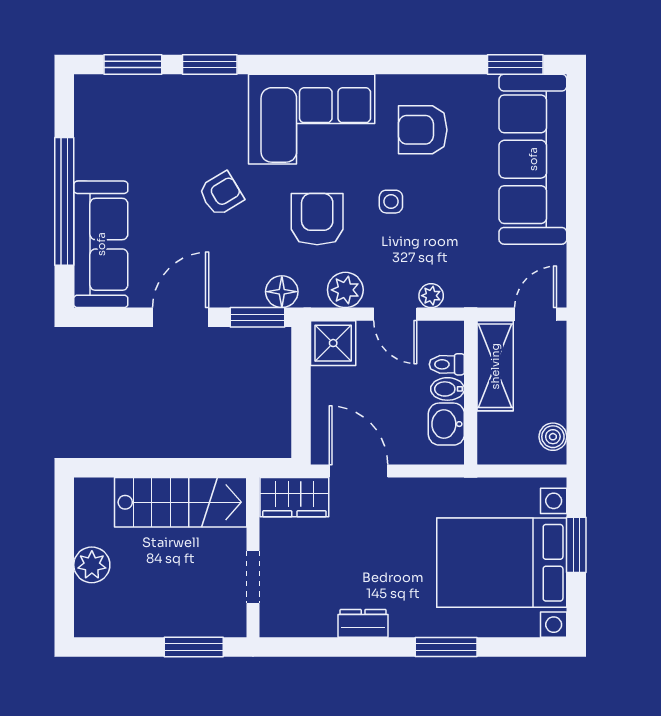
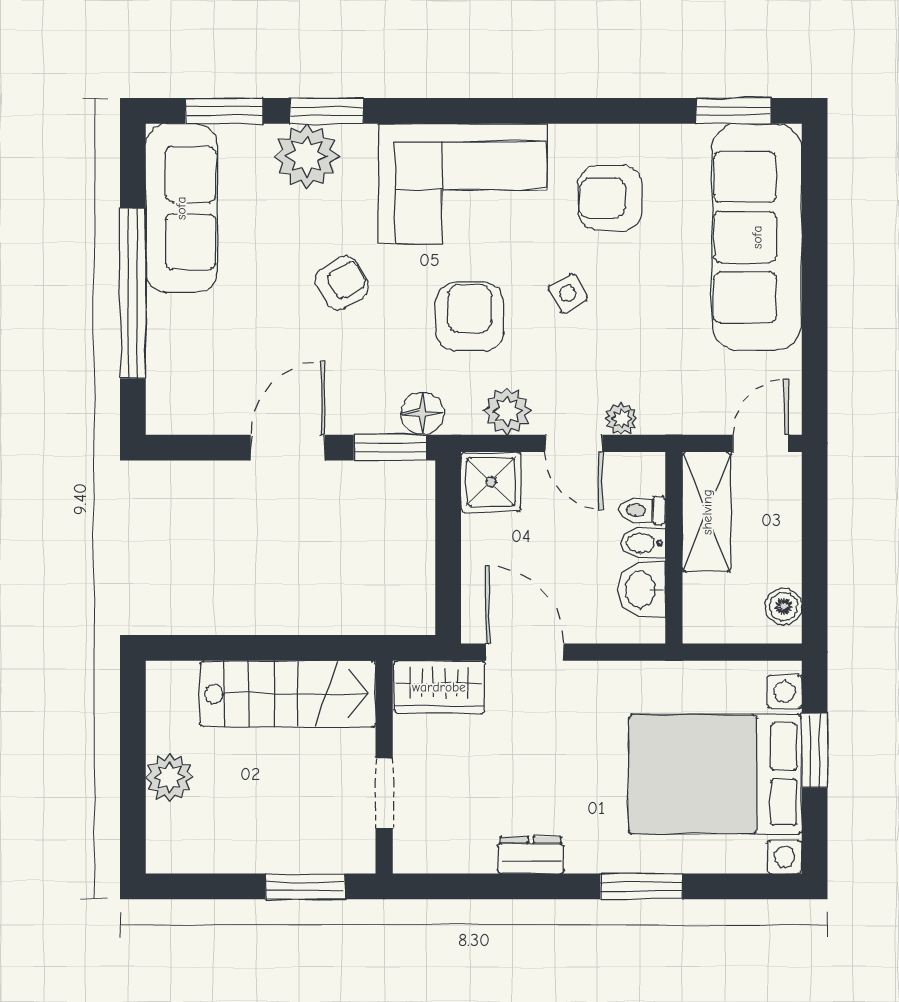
plant: (195, 98) -> (307, 156), added
side table: (391, 202) -> (568, 293), turned -31
sofa: (101, 244) -> (181, 208), moved

